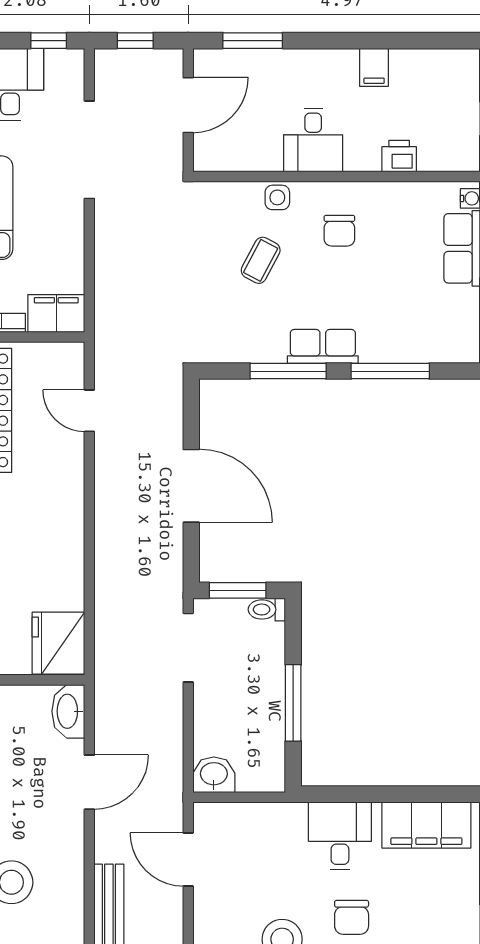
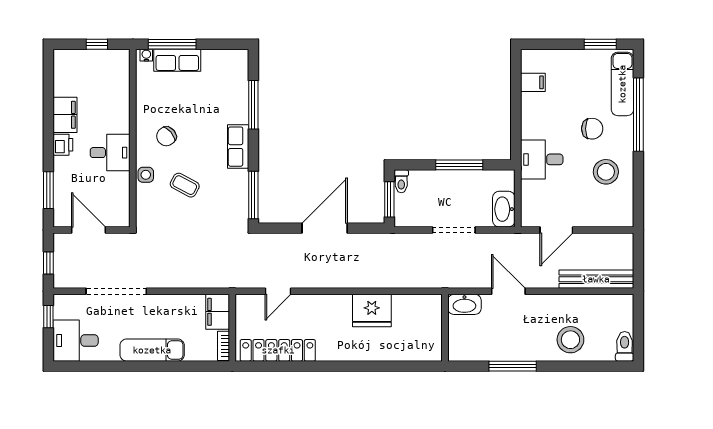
filing cabinet: (374, 67) -> (65, 115), width x2.00
printer: (399, 156) -> (63, 145), moved, turned 180
chair: (339, 231) -> (166, 136), turned 140
window: (288, 371) -> (253, 195), moved
fridge: (58, 643) -> (372, 311), moved
doorway: (188, 648) -> (454, 230), moved
washbasin: (214, 775) -> (504, 209), width x1.38
filing cabinet: (426, 825) -> (533, 82), width x0.33, depth x0.86
desk: (340, 836) -> (542, 159), moved

